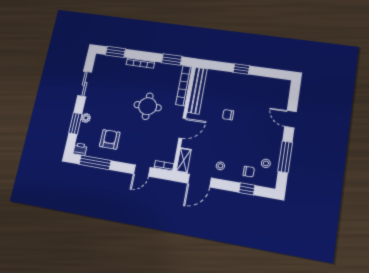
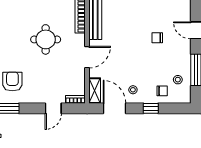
chair: (228, 115) -> (157, 38), moved
door: (199, 181) -> (114, 108), swing flipped
window: (247, 189) -> (151, 108), moved

